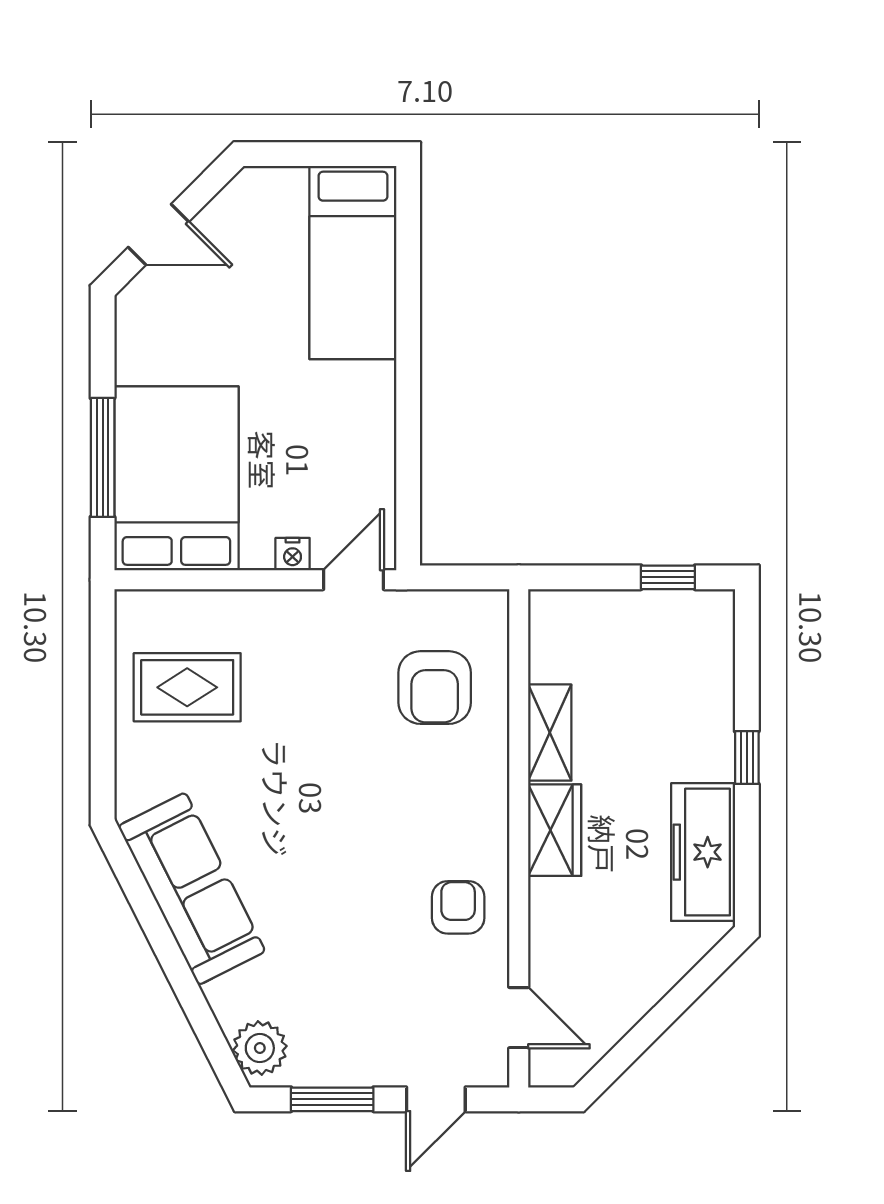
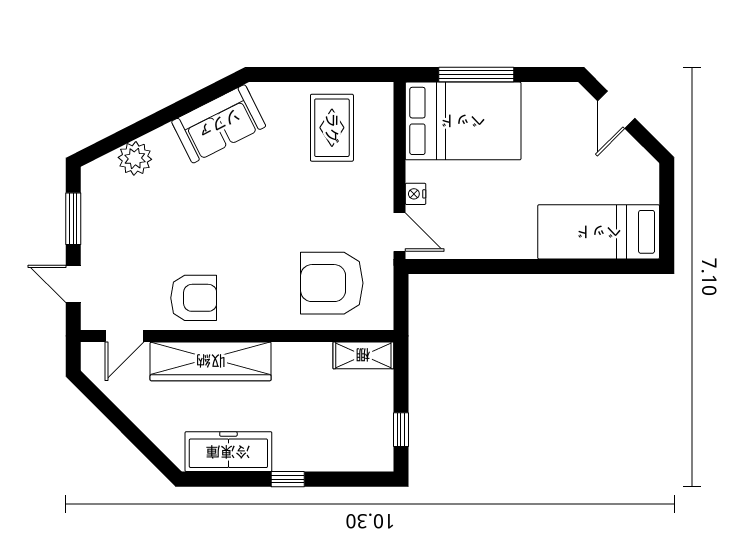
armchair: (435, 688) -> (332, 283), width x1.36, depth x1.36
shelving: (550, 733) -> (363, 355), moved
wardrobe: (555, 830) -> (211, 361), width x2.10, depth x1.17
sofa: (192, 889) -> (219, 124), width x0.73
armchair: (458, 907) -> (194, 298), width x1.38, depth x1.38
plant: (260, 1048) -> (135, 158), moved

